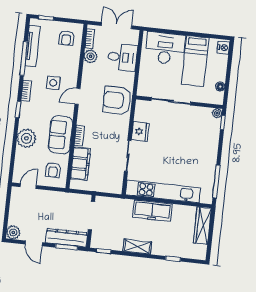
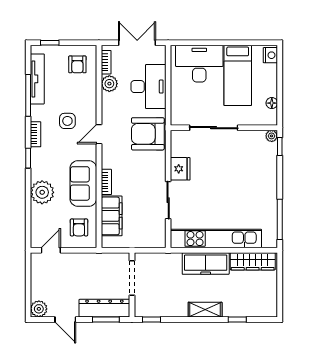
desk: (122, 57) -> (148, 87), width x1.37
wardrobe: (202, 226) -> (253, 261), moved, turned -90
shelving: (137, 247) -> (205, 310), moved

